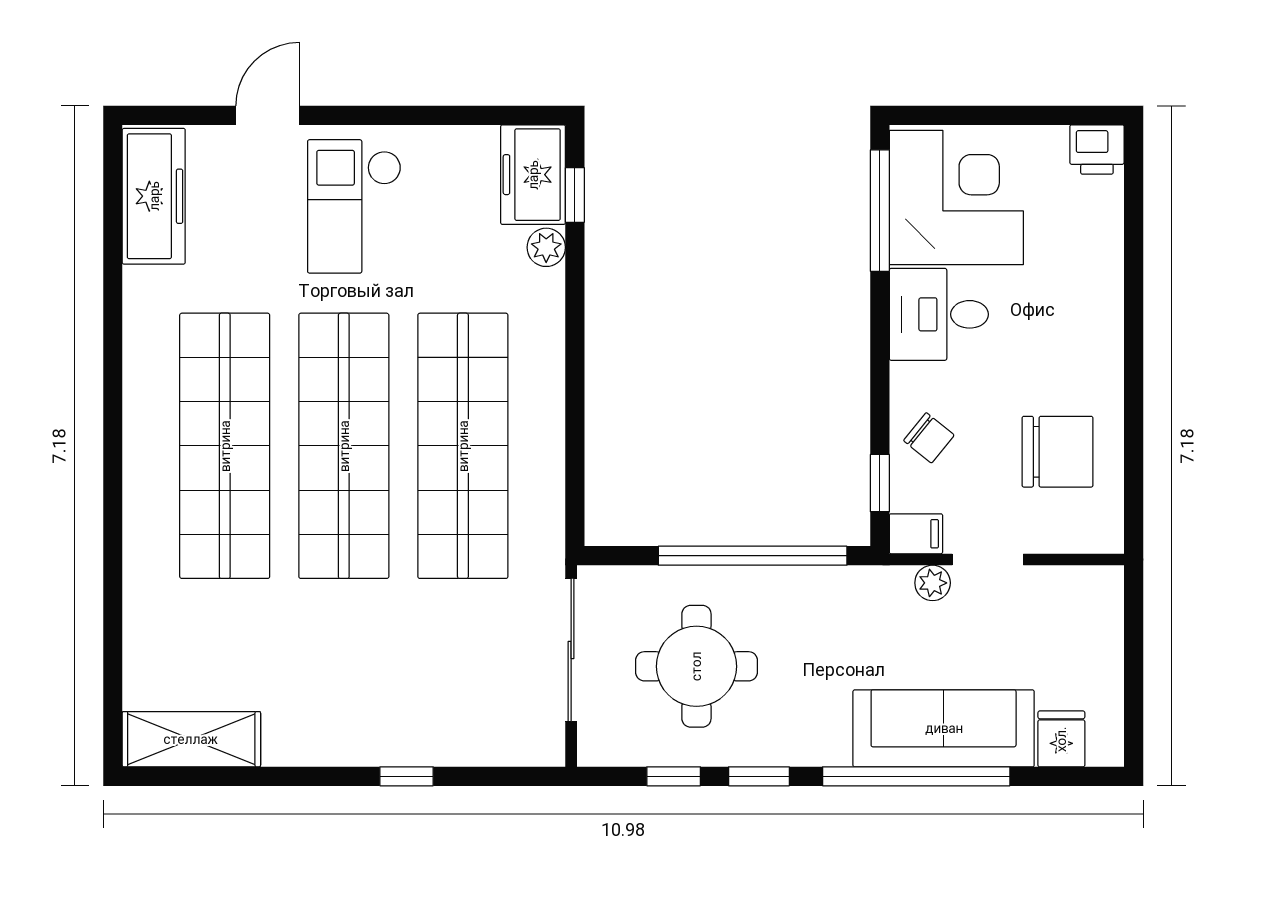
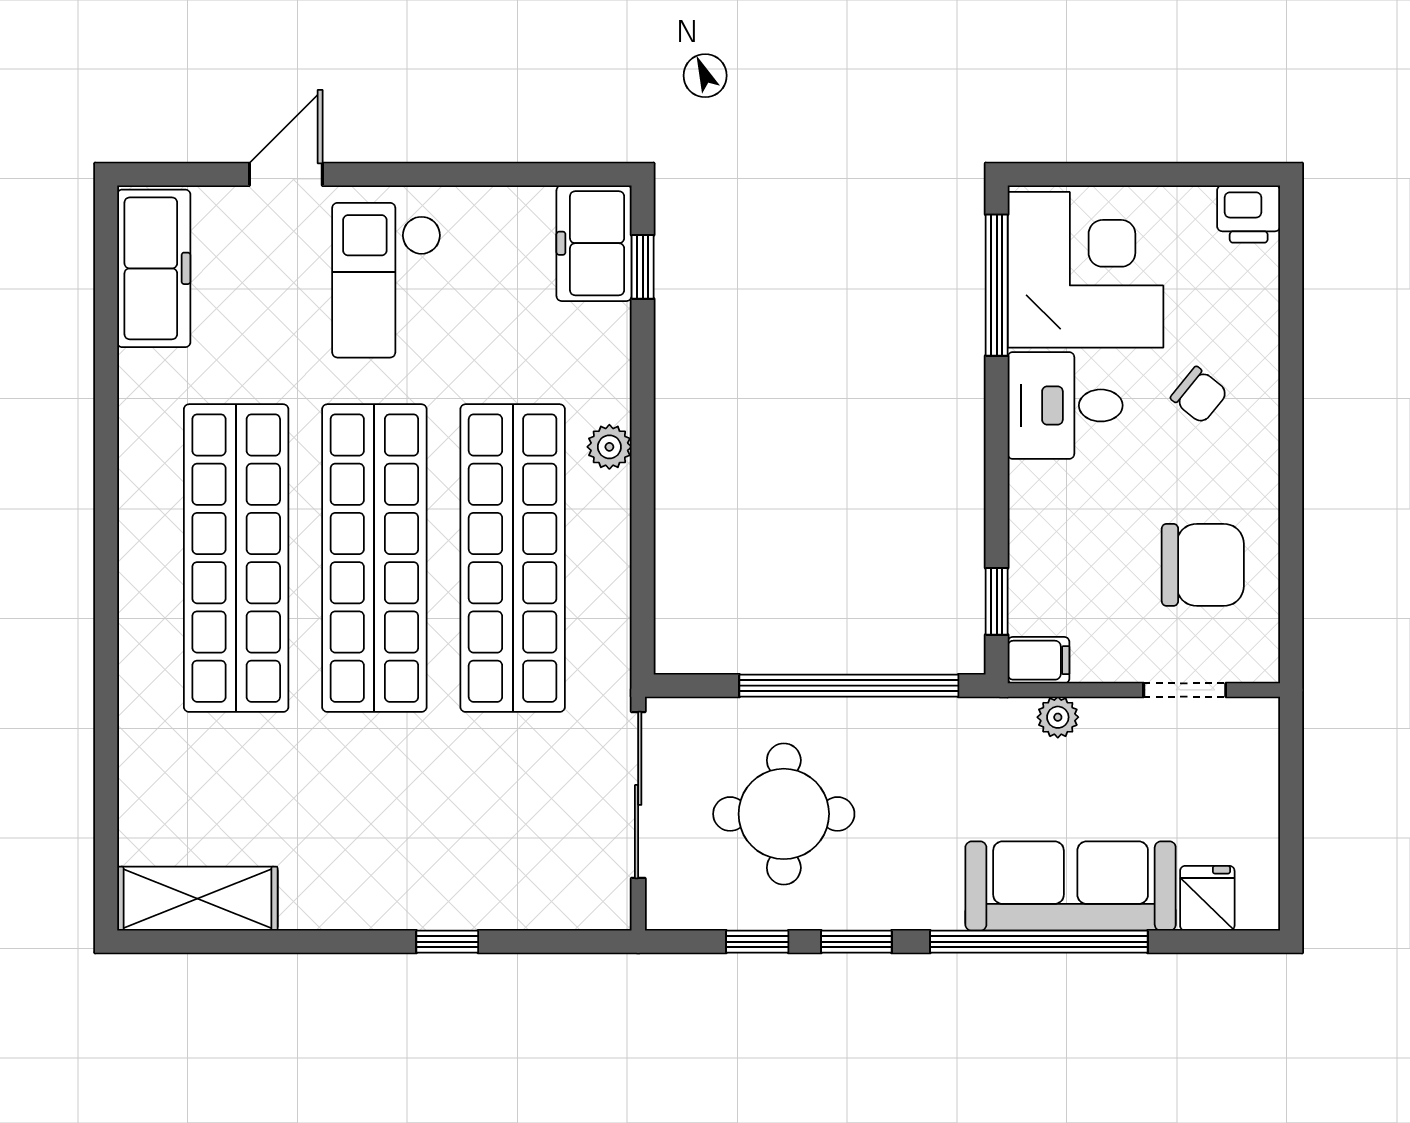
plant: (546, 247) -> (609, 447), moved
chair: (929, 438) -> (1199, 395), moved
doorway: (988, 559) -> (1185, 690), moved

